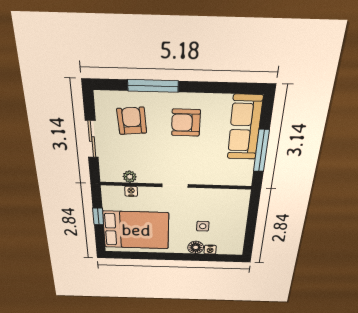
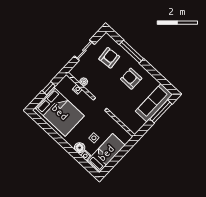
window: (261, 151) -> (161, 111), moved
bed: (232, 231) -> (106, 153), added

